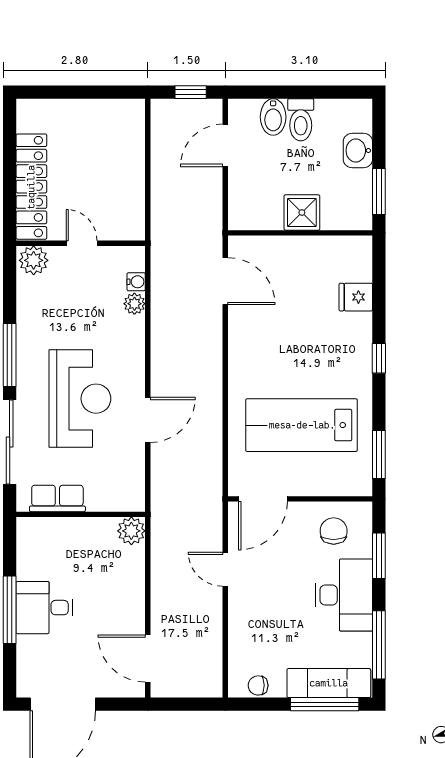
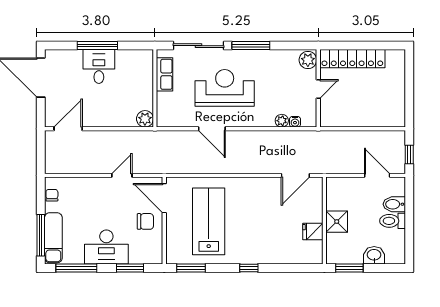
fridge: (356, 297) -> (313, 232), moved, turned -90
reception desk: (80, 399) -> (225, 88), turned 180
chair: (334, 531) -> (145, 221), moved

